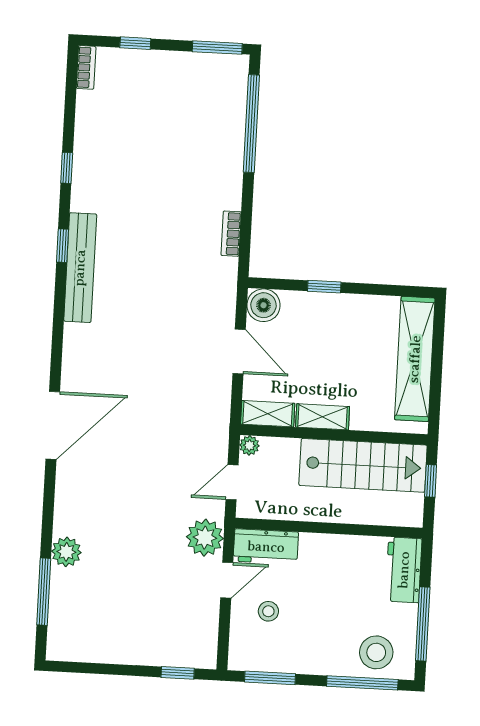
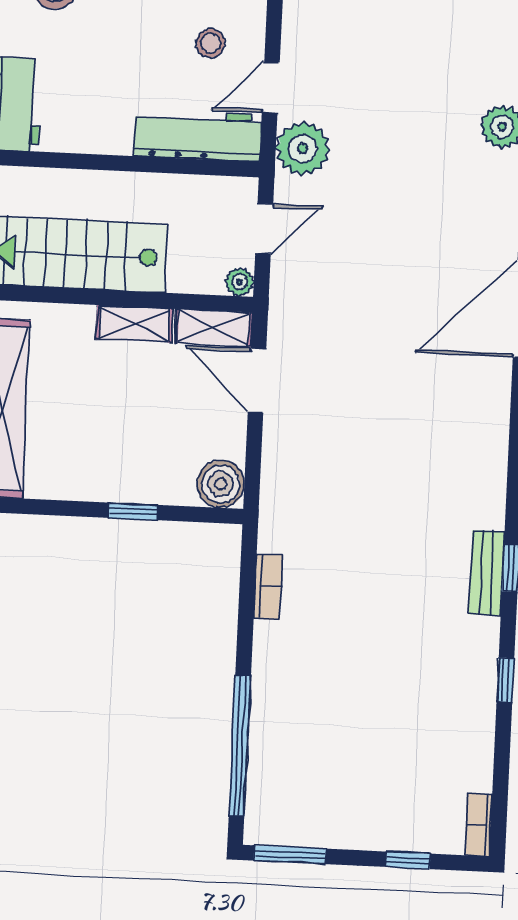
bench: (80, 268) -> (487, 573), width x0.54, depth x0.82
door: (239, 351) -> (257, 381), moved
workbench: (266, 547) -> (198, 135), width x1.38

